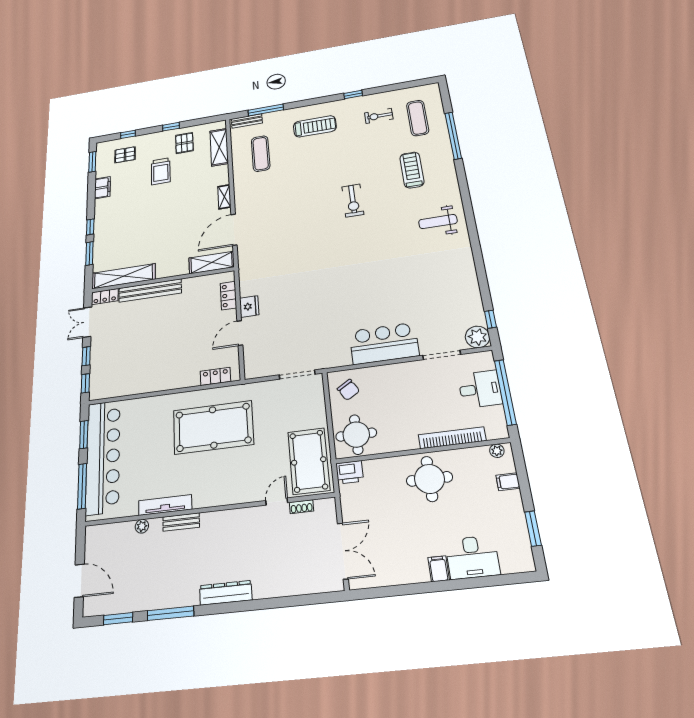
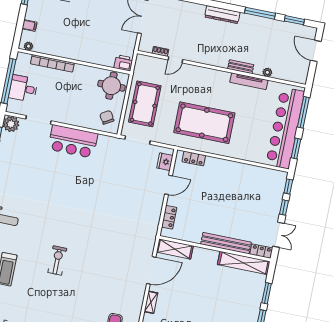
fridge: (249, 306) -> (165, 162), moved
pool table: (309, 461) -> (145, 104), moved
round table: (429, 479) -> (76, 43), removed

